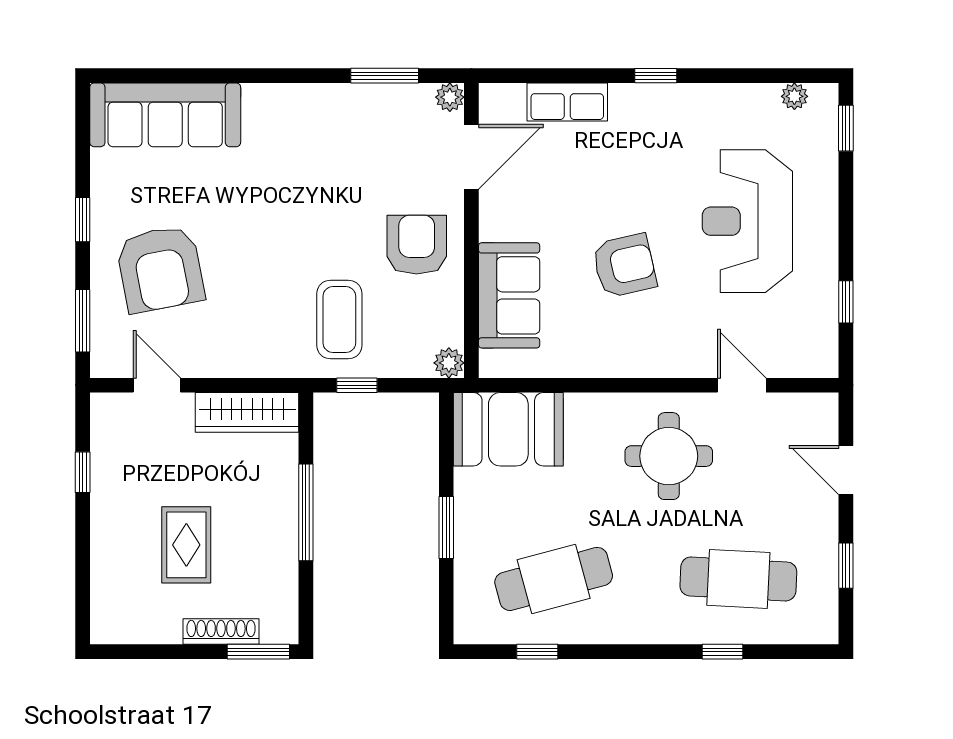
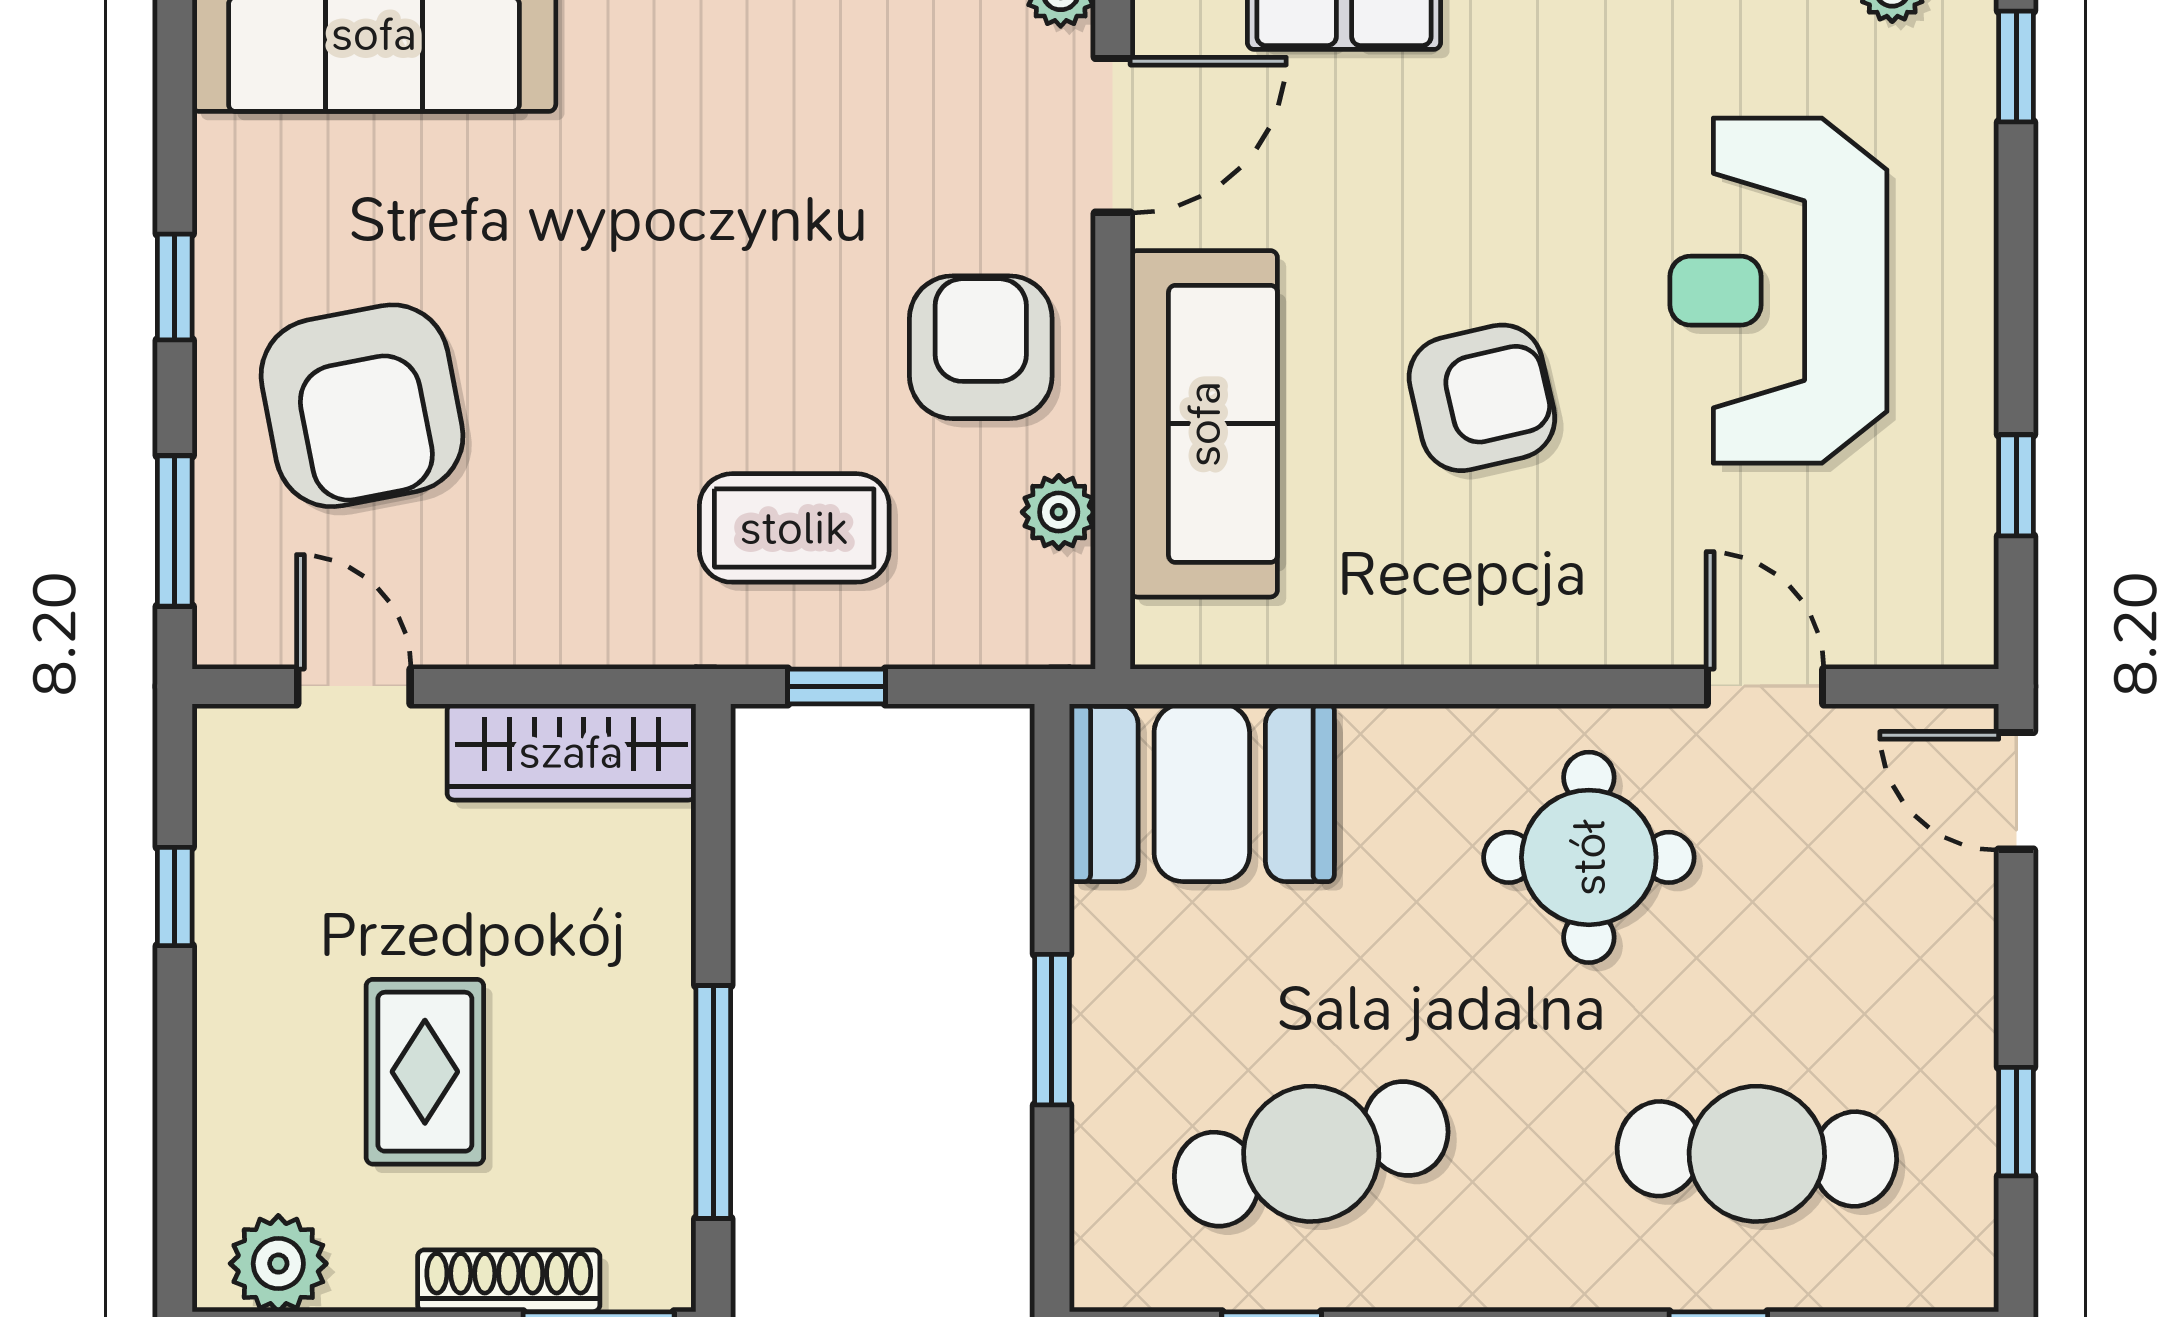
sofa: (509, 295) -> (1204, 424), width x1.36
coffee table: (339, 320) -> (794, 528), turned 90
plant: (449, 363) -> (1059, 512), moved
door: (846, 470) -> (2016, 791), moved
window: (306, 512) -> (713, 1102), moved
plant: (126, 624) -> (278, 1264), added

